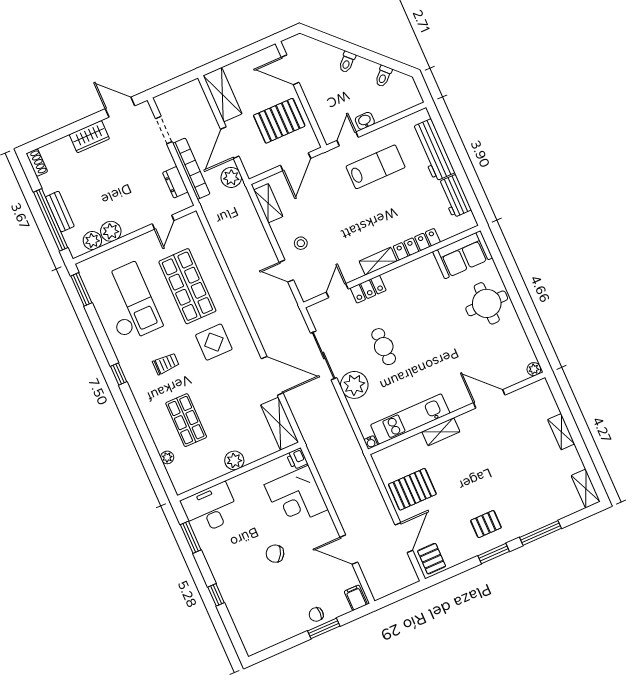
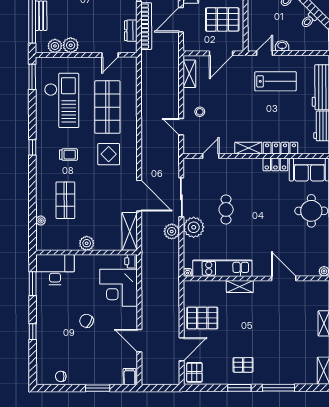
plant: (231, 177) -> (172, 231), moved
locker: (368, 289) -> (275, 164), moved
chair: (316, 614) -> (61, 376), moved

